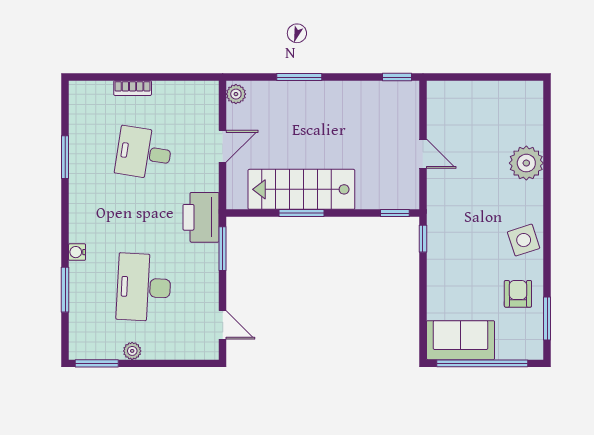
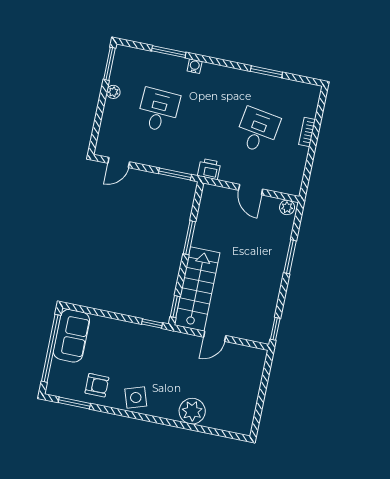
stairs: (301, 189) -> (197, 289), moved
printer: (201, 217) -> (209, 169), width x0.53, depth x0.68
desk: (144, 287) -> (158, 110), width x0.73

